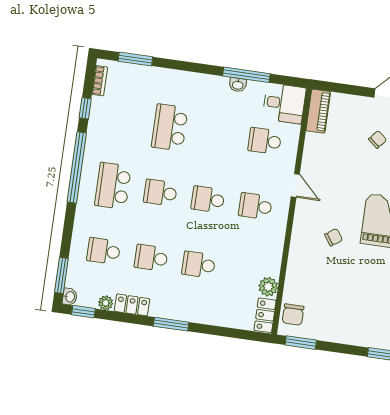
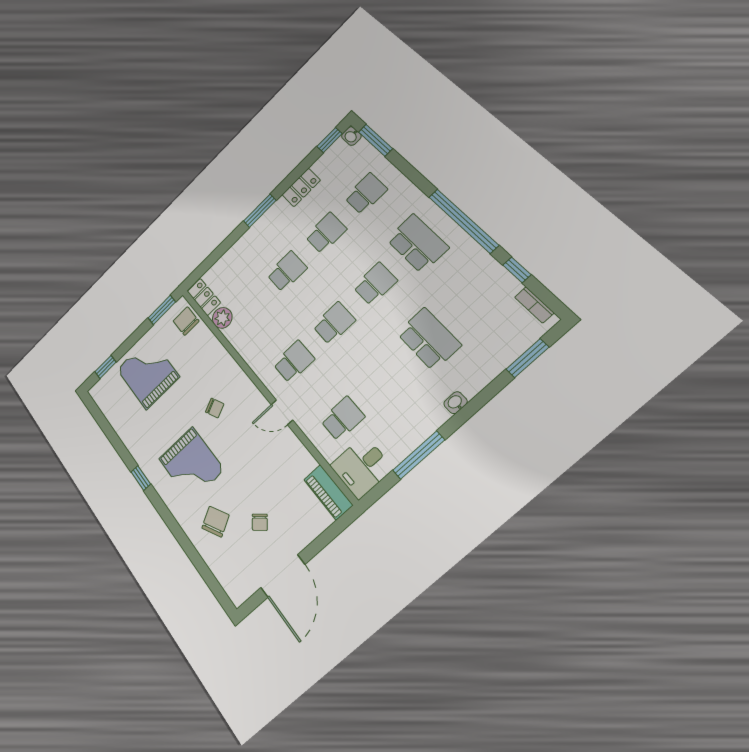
washbasin: (238, 85) -> (456, 403), moved
chair: (334, 237) -> (215, 408), turned -80
plant: (106, 303) -> (321, 165), removed
grand piano: (354, 313) -> (148, 373), added

